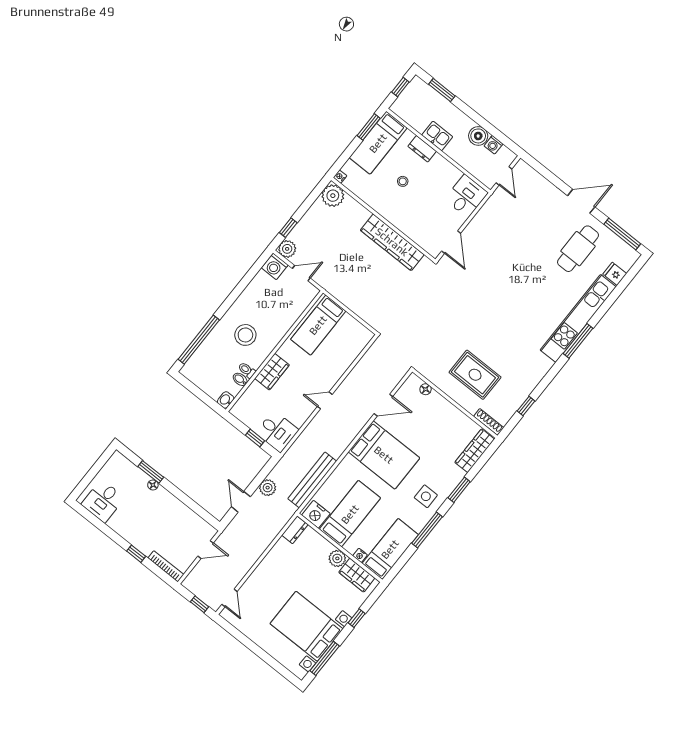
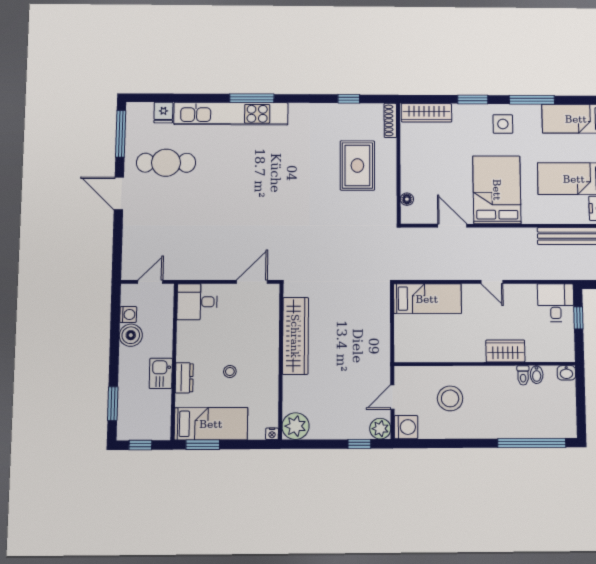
door: (301, 273) -> (392, 397), hinge flipped
bed: (318, 325) -> (427, 299), moved
stool: (245, 335) -> (450, 398), moved

